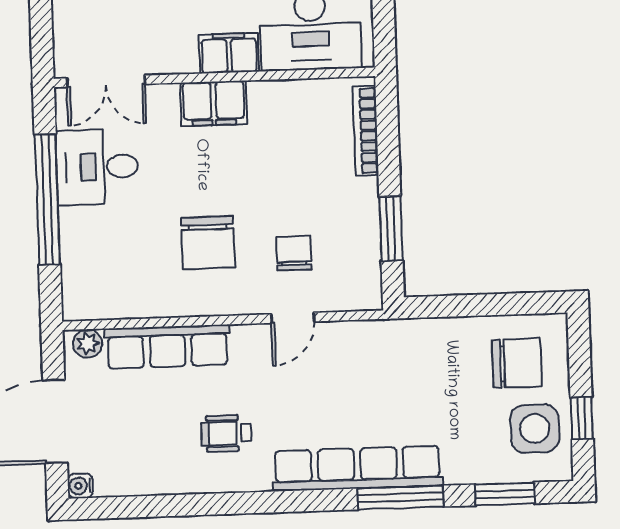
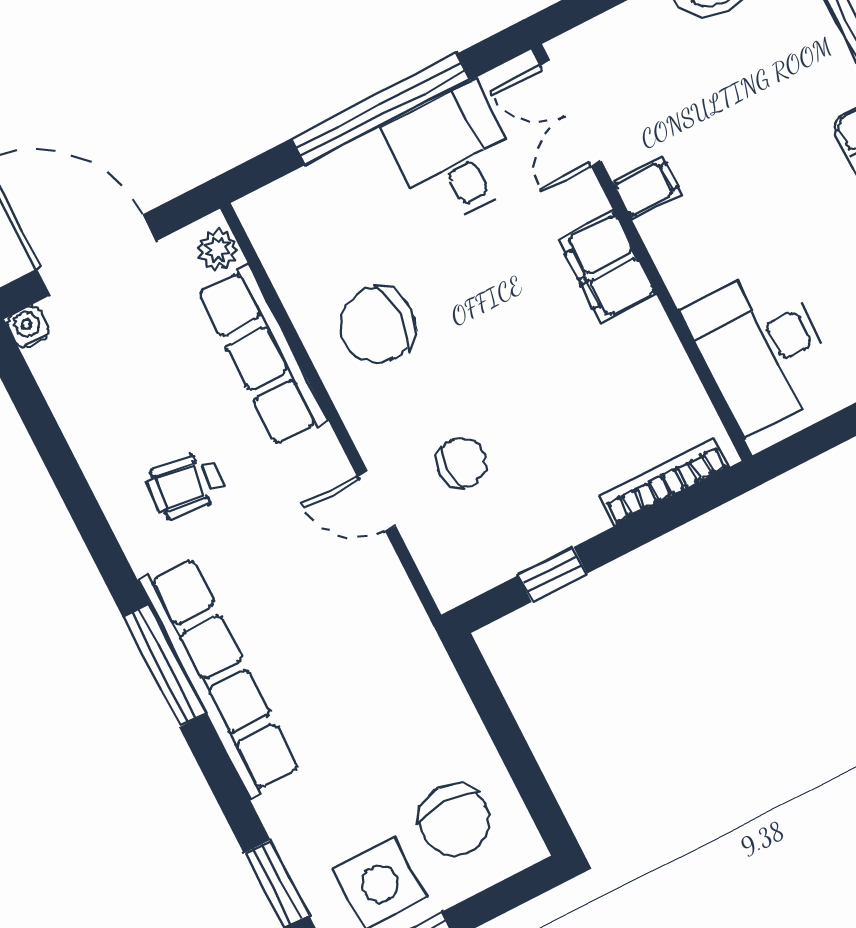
filing cabinet: (229, 53) -> (647, 188), moved, width x0.50
window: (391, 229) -> (553, 574), width x0.67
chair: (208, 243) -> (377, 325), moved
wheelchair: (226, 433) -> (186, 485), turned -83
window: (400, 498) -> (164, 665), moved

